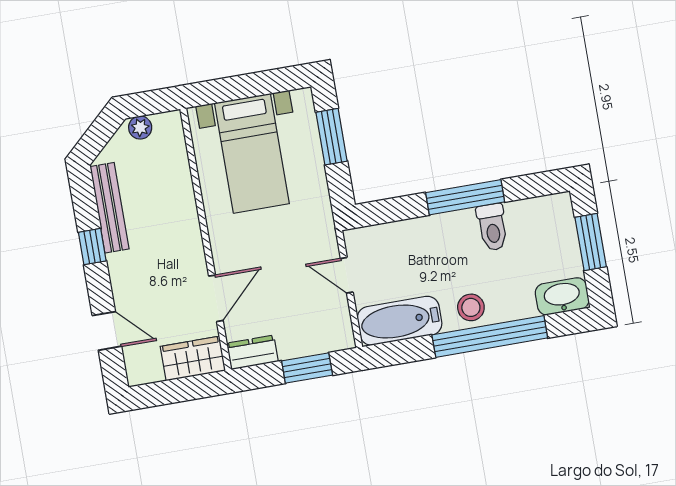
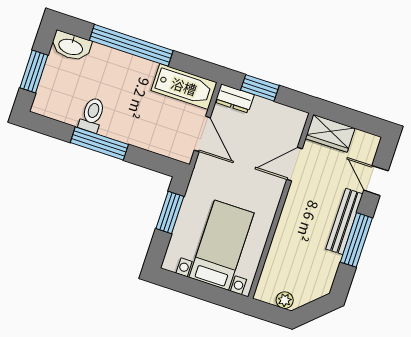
window: (331, 137) -> (170, 213), moved
bench: (110, 208) -> (344, 221), moved
window: (92, 247) -> (356, 240), width x2.17
door: (347, 275) -> (202, 134), width x1.38
stool: (471, 307) -> (133, 71), removed
dresser: (252, 352) -> (235, 99), moved

